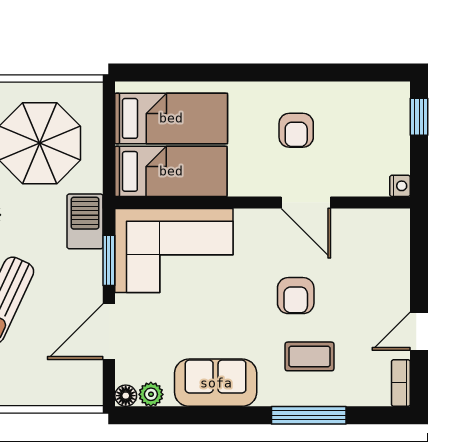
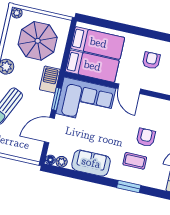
armchair: (296, 130) -> (151, 60), turned 180
door: (306, 203) -> (129, 89), moved
armchair: (296, 296) -> (146, 137), moved, turned 180
window: (309, 415) -> (129, 187), width x0.69

